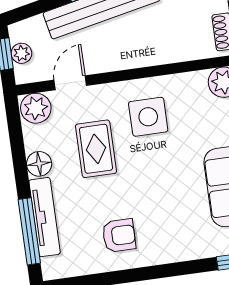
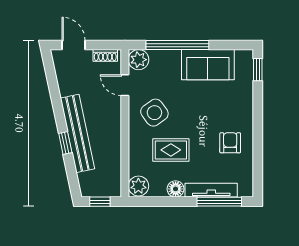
plant: (21, 53) -> (101, 190), removed
door: (70, 83) -> (125, 85), moved
side table: (148, 117) -> (154, 113), turned -36

